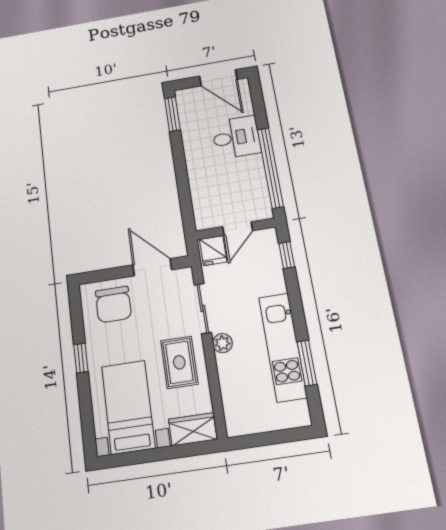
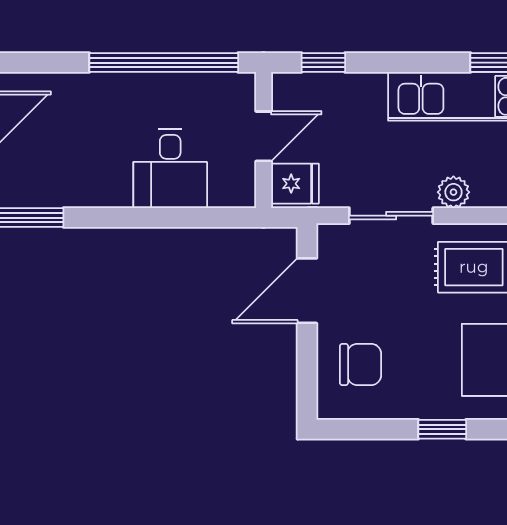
desk: (236, 137) -> (170, 168), moved, turned 180
door: (238, 229) -> (264, 136), hinge flipped
chair: (113, 304) -> (360, 364), width x0.73, depth x0.73

